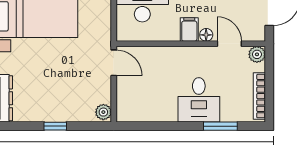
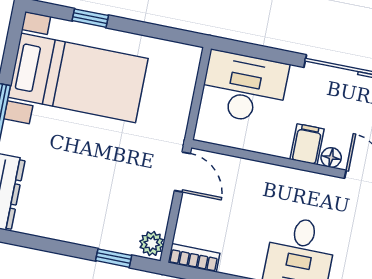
bookcase: (132, 116) -> (194, 258), added
window: (55, 126) -> (114, 258), moved

